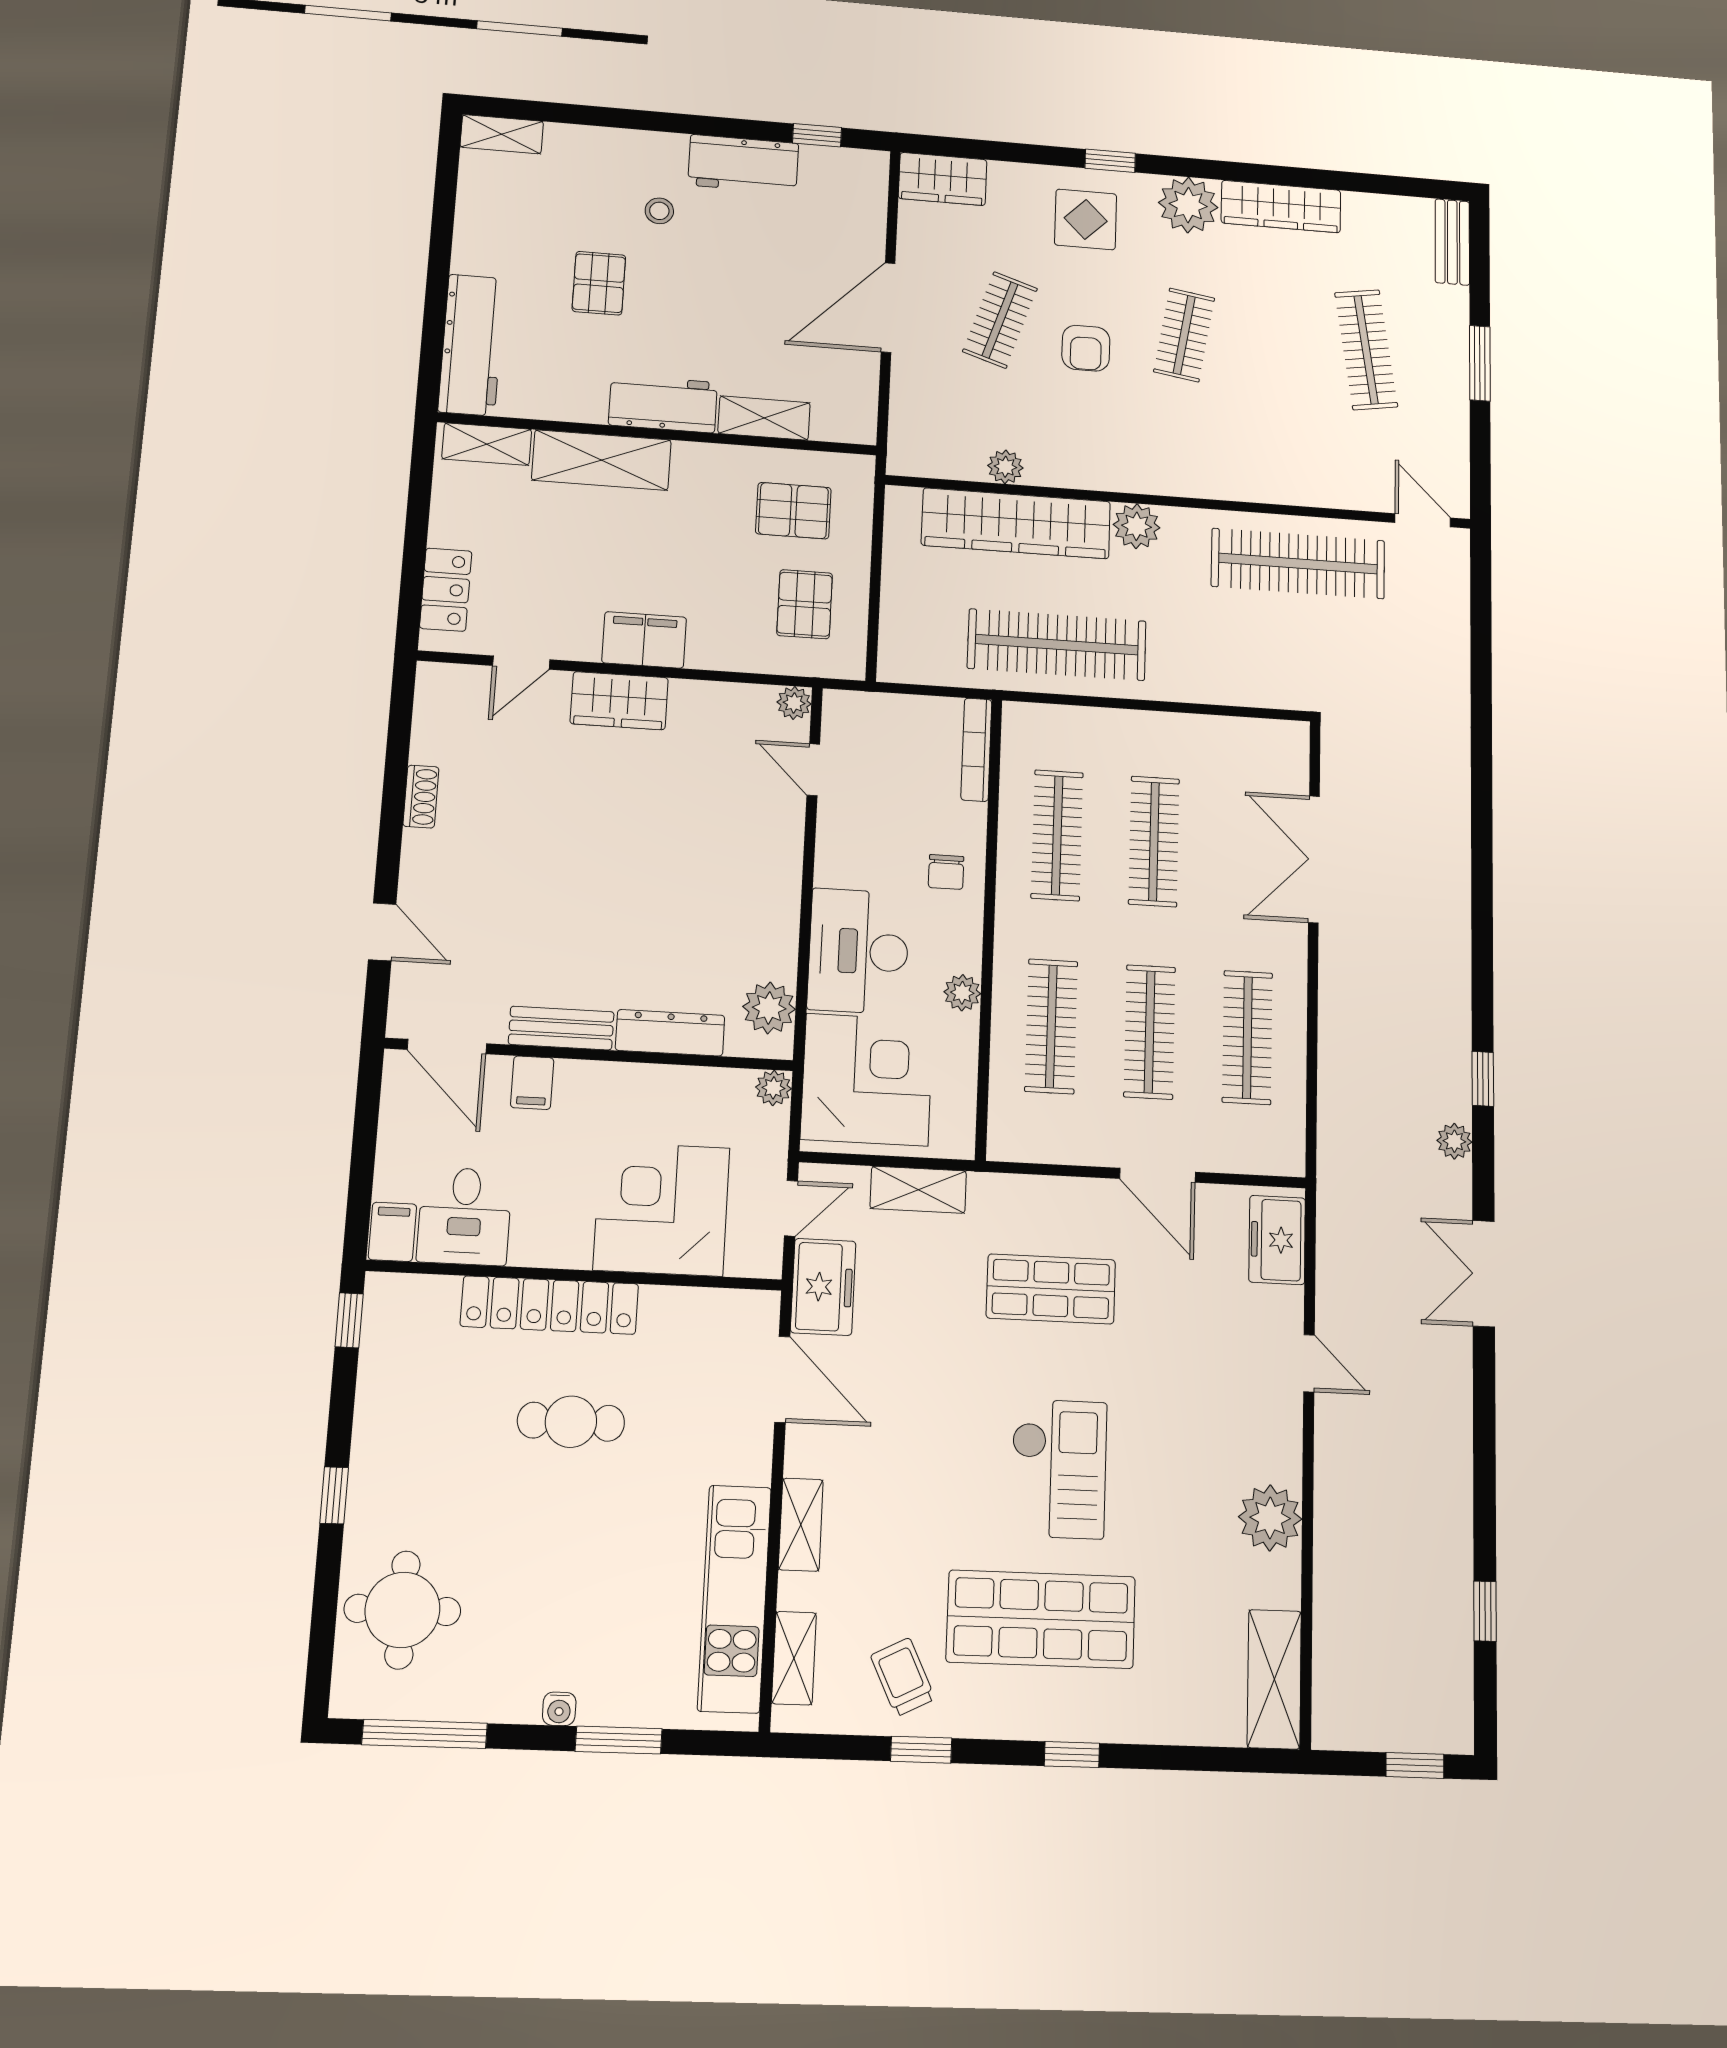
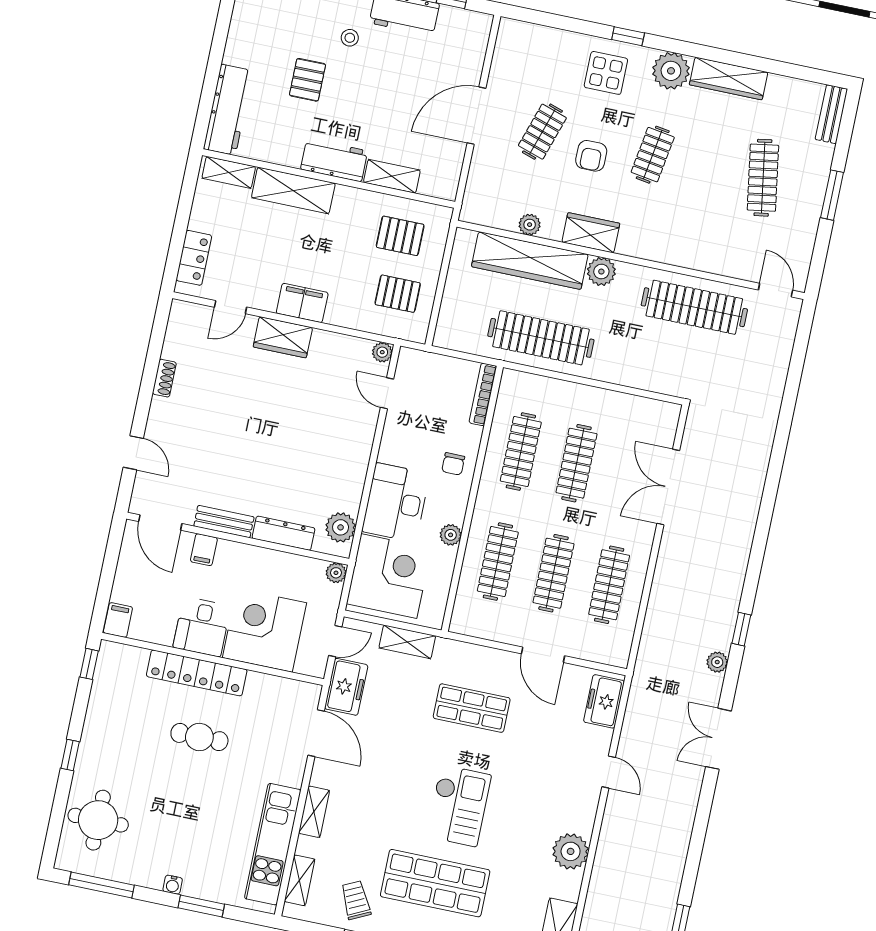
wardrobe: (943, 179) -> (591, 233), moved, turned 180
pallet: (805, 604) -> (398, 294), turned 90
desk: (465, 1216) -> (202, 627), moved

